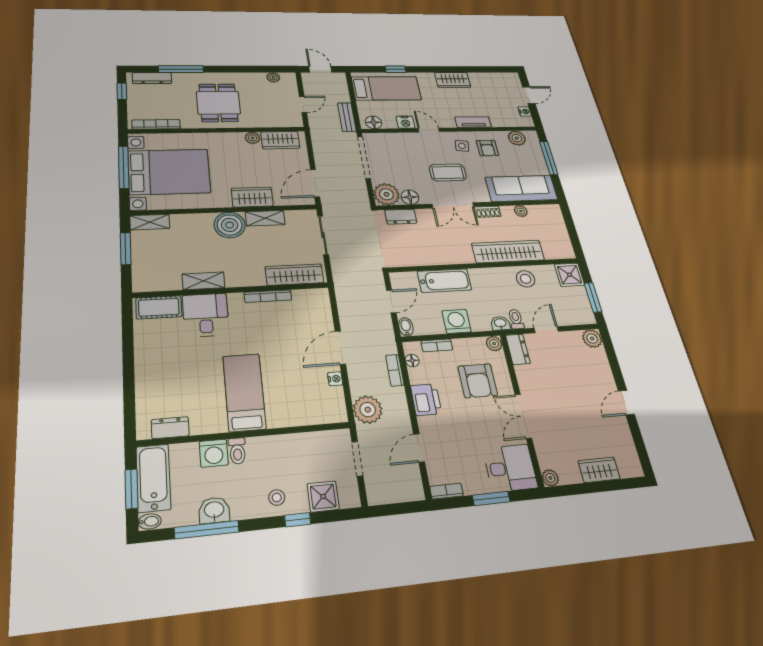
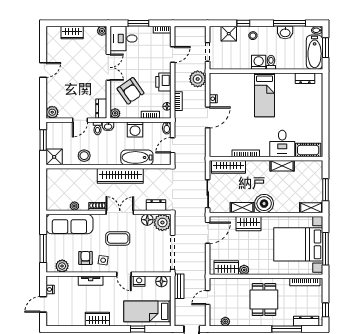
wardrobe: (508, 252) -> (120, 176), moved
armchair: (478, 381) -> (131, 91), turned 145
washing machine: (214, 453) -> (259, 62), moved

